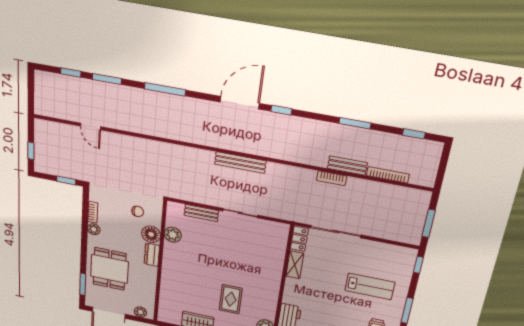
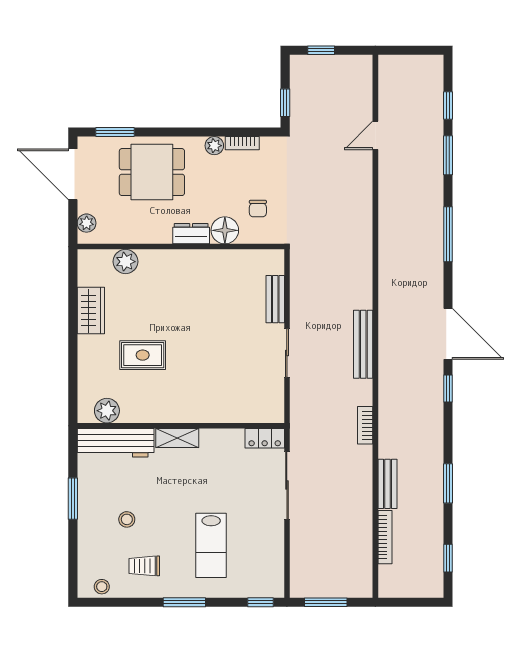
bookcase: (332, 178) -> (365, 425), moved
plant: (173, 235) -> (125, 262), moved
shelving: (295, 265) -> (177, 438), moved

